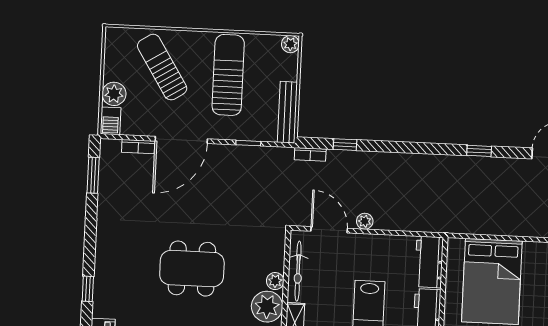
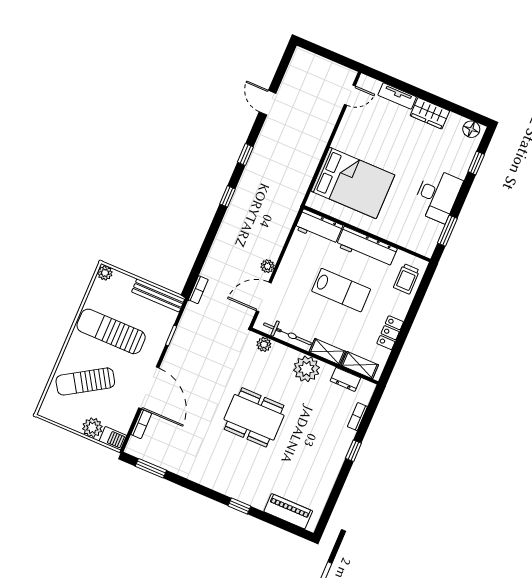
window: (345, 145) -> (228, 196), moved
dining table: (192, 269) -> (254, 417), turned 90
plant: (275, 281) -> (264, 344), moved

